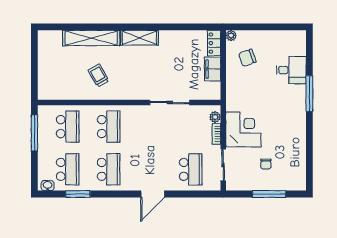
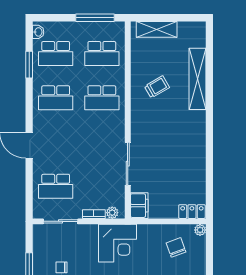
shelving: (139, 38) -> (157, 29), moved, turned 90
filing cabinet: (213, 69) -> (139, 206), moved, turned 90
corner desk: (243, 129) -> (117, 243), moved

